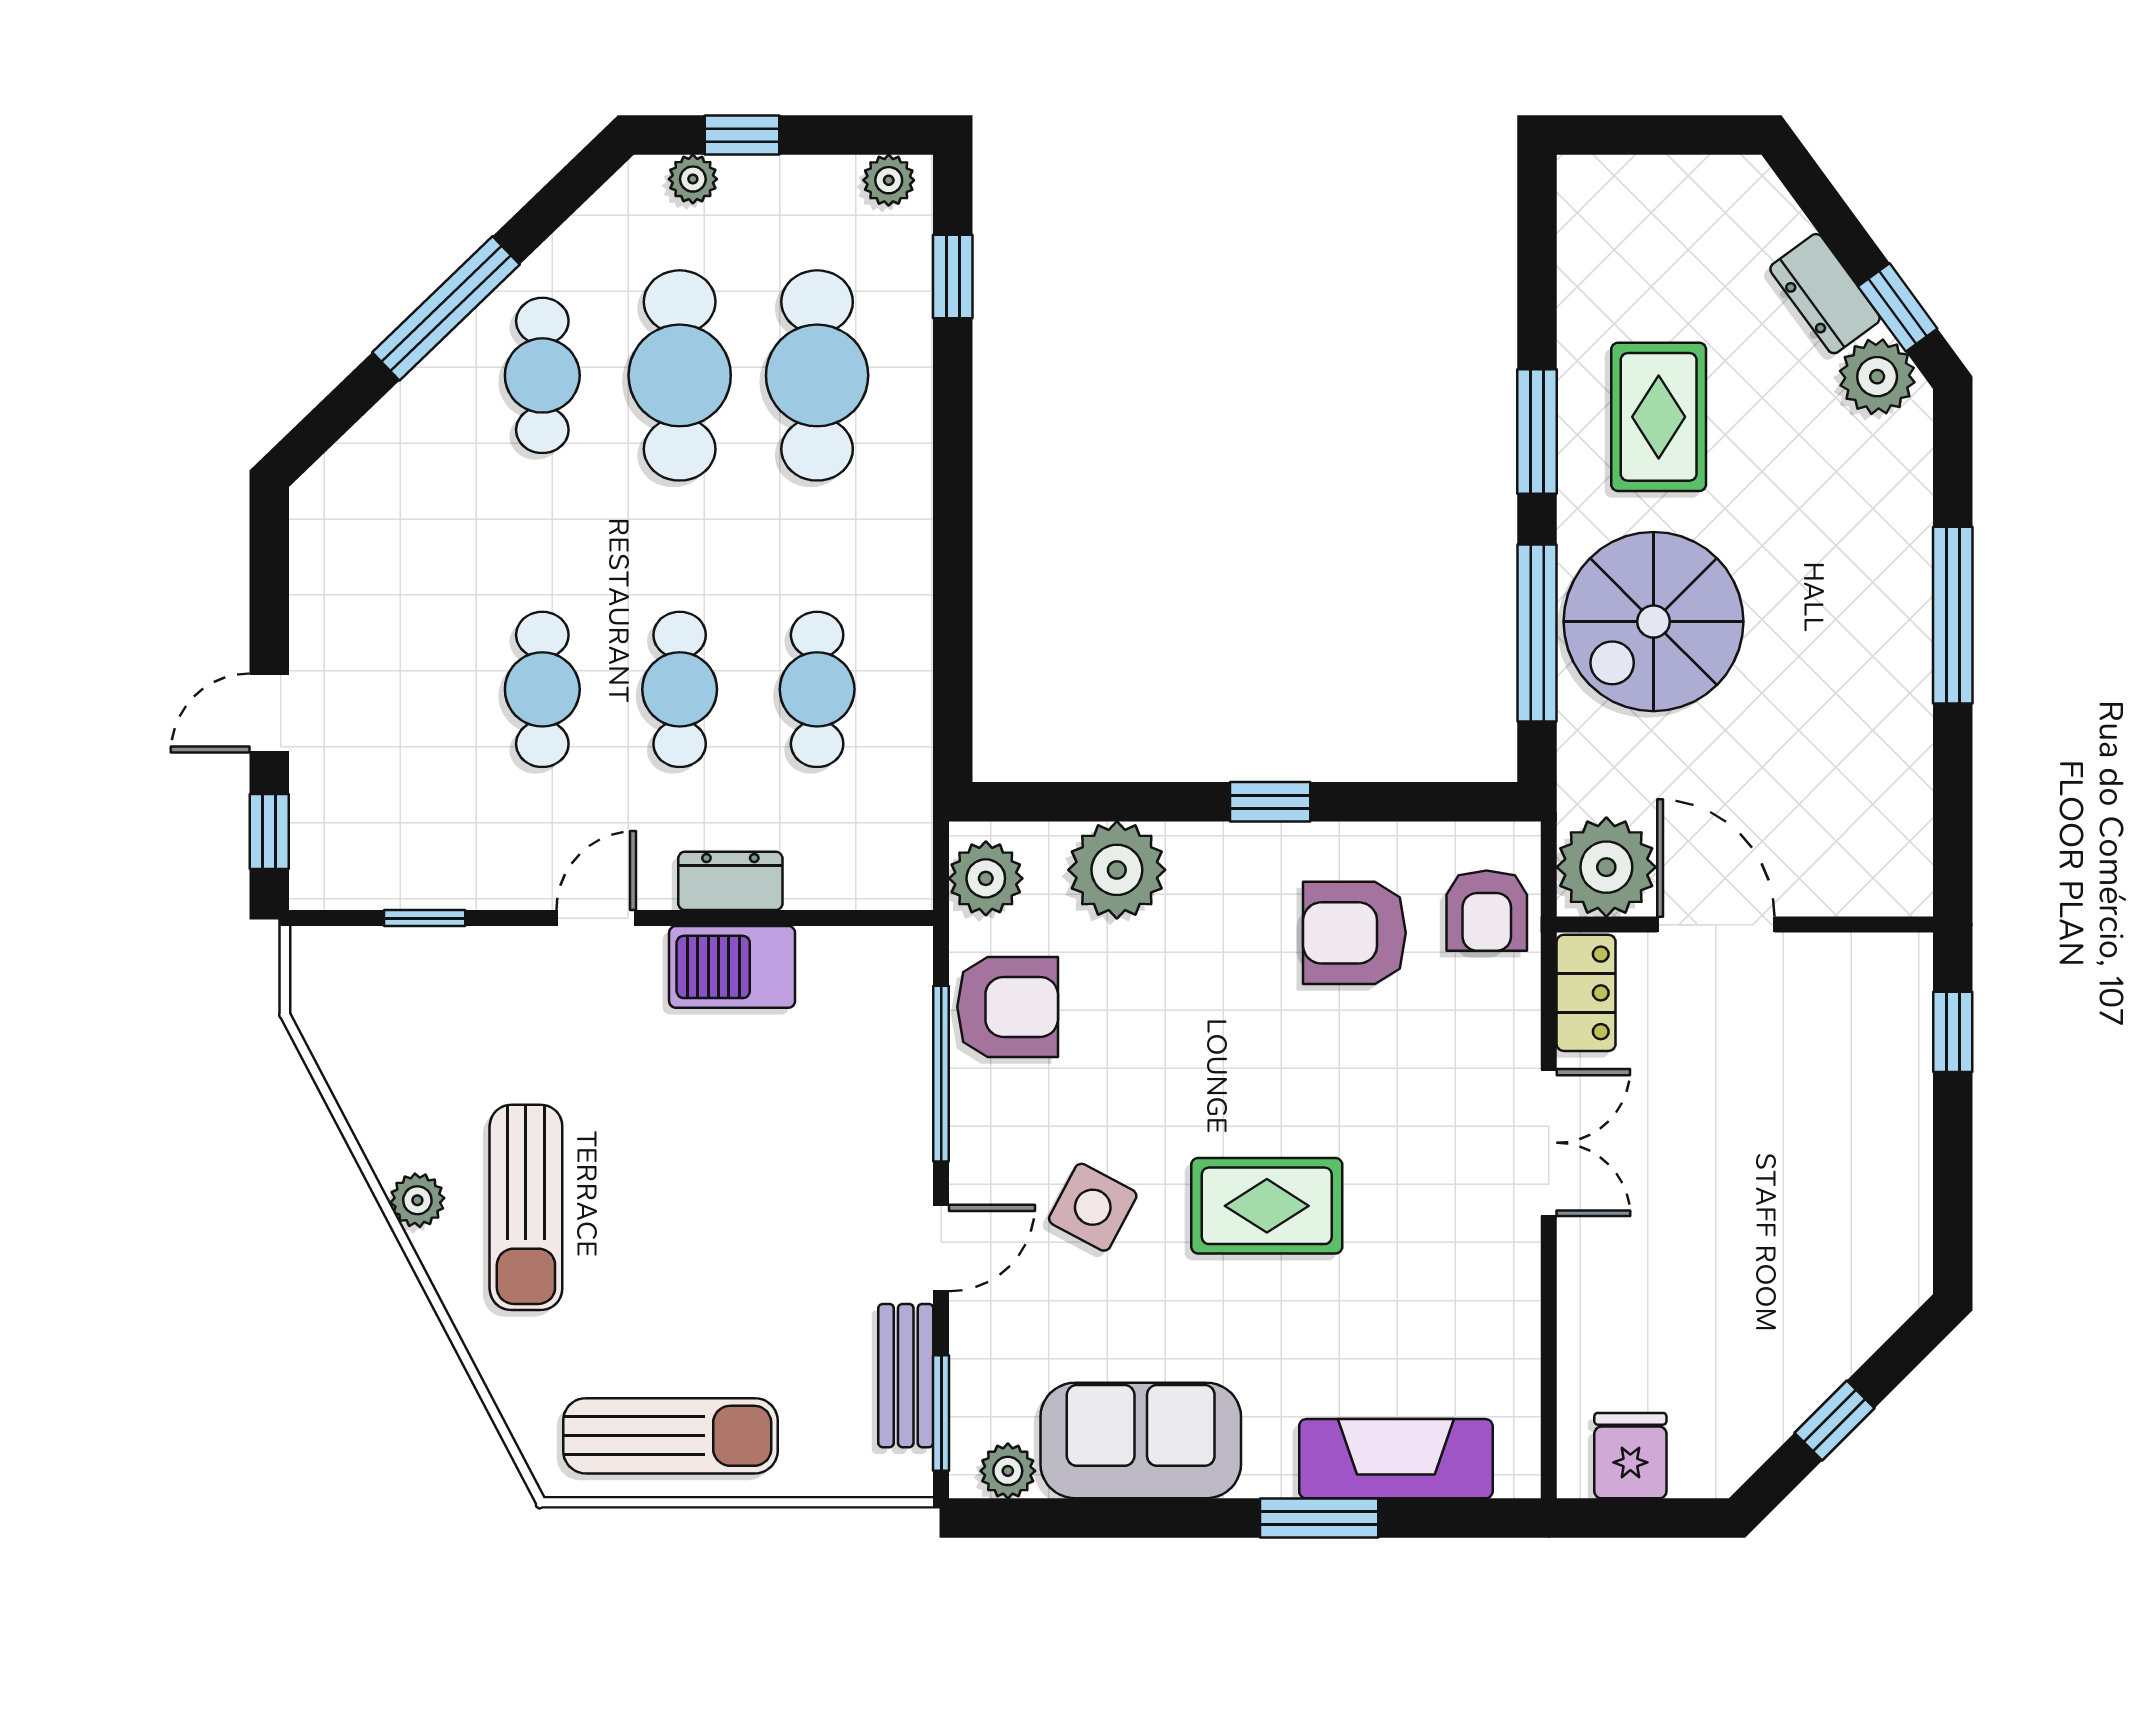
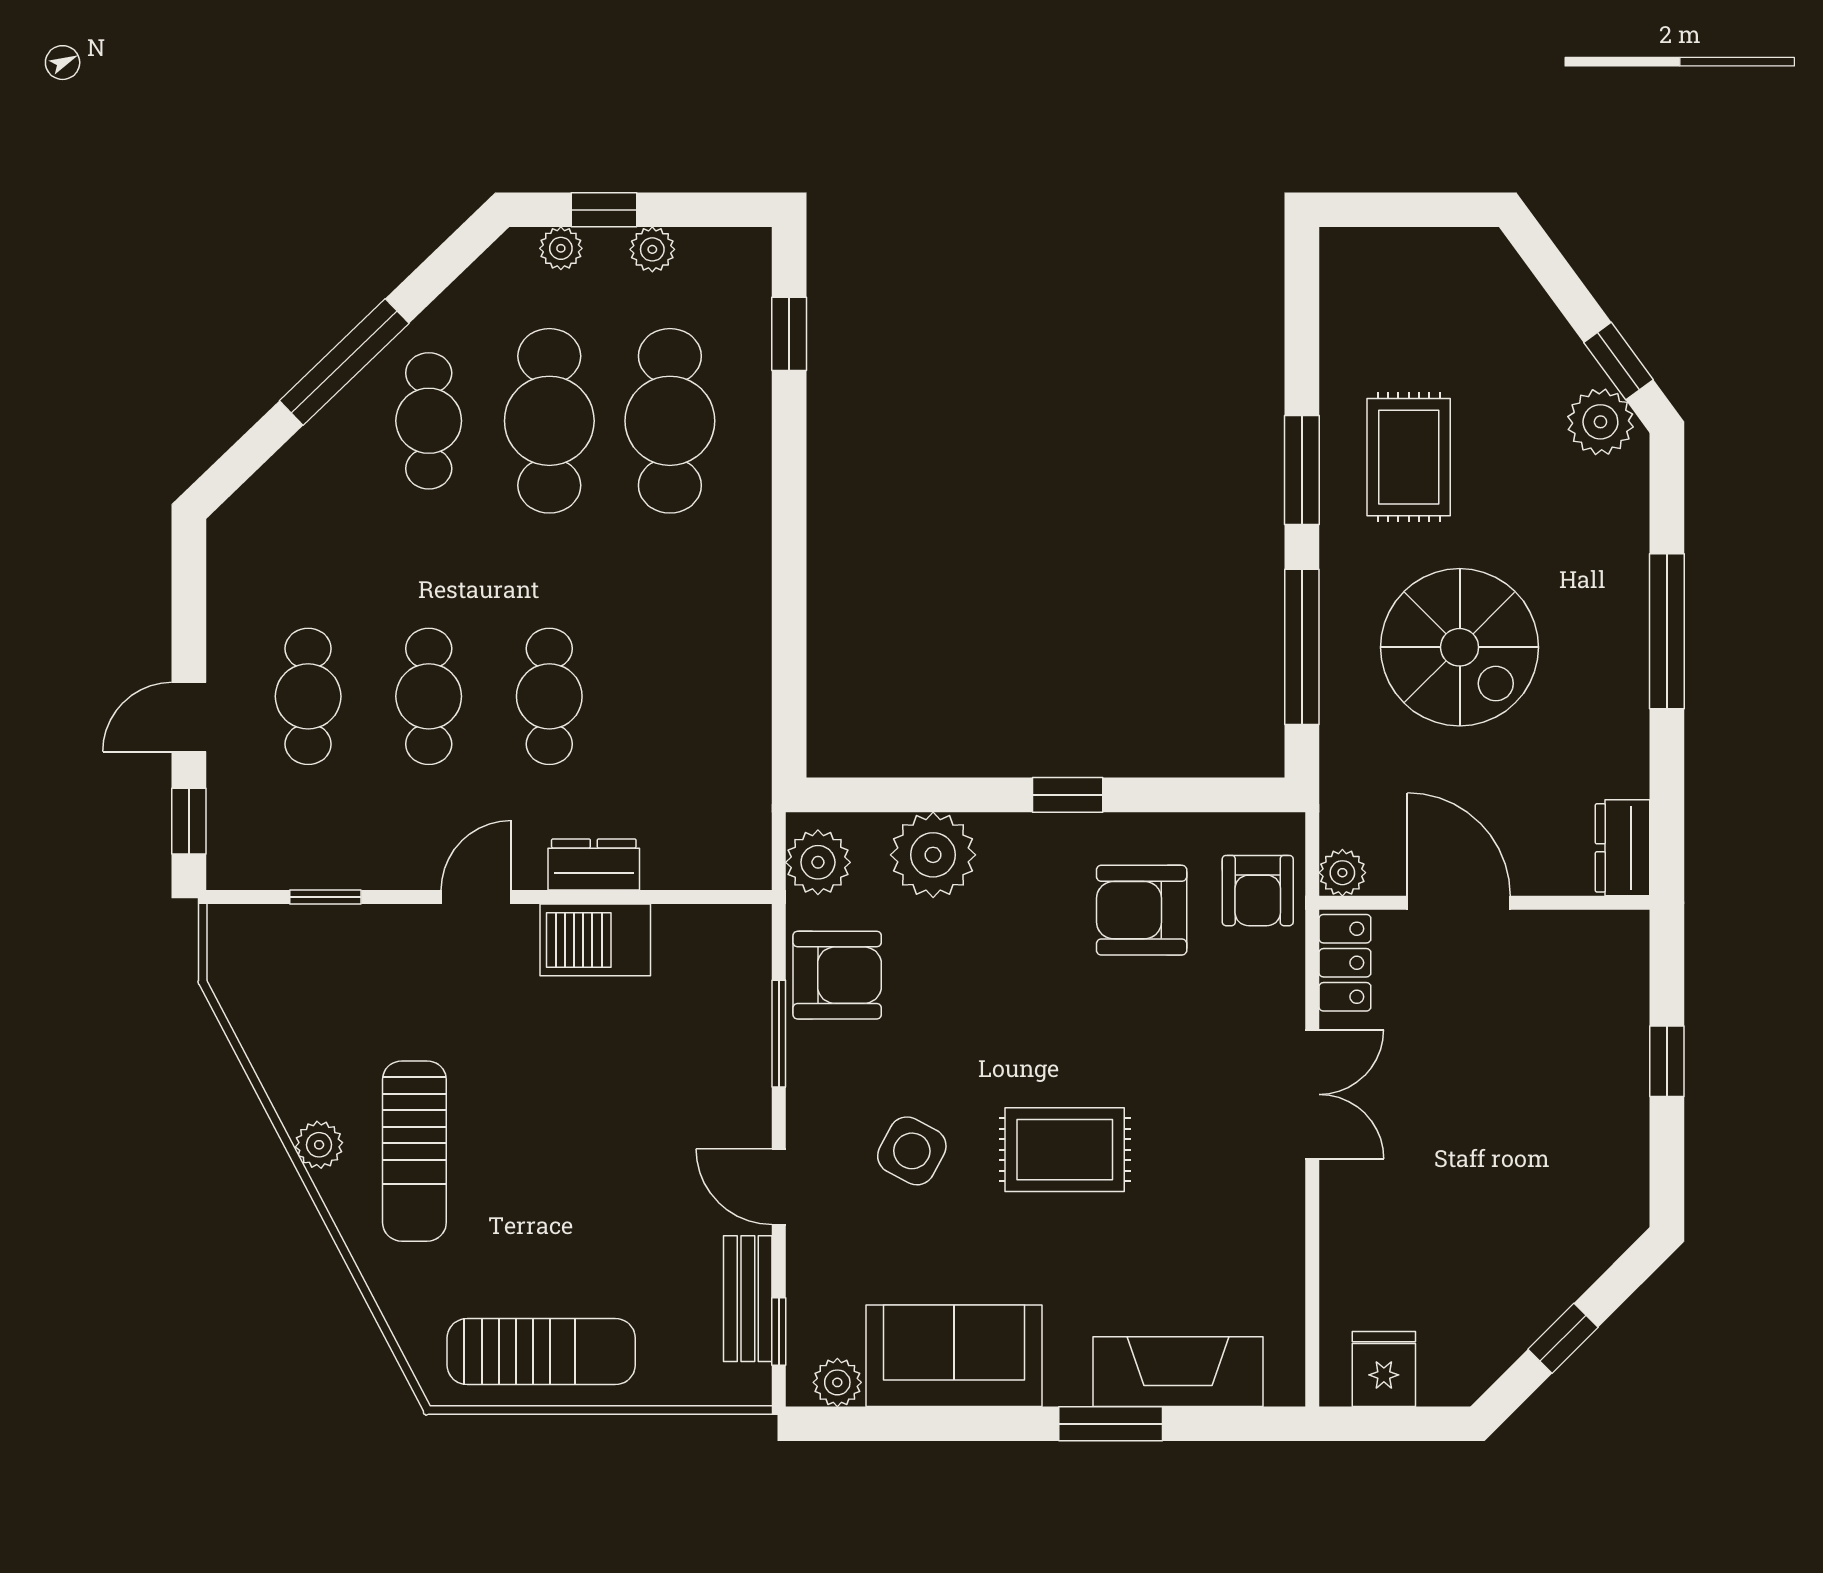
plant: (889, 180) -> (652, 249), moved
dresser: (1825, 294) -> (1623, 848), moved, turned 36
spiral stairs: (1653, 622) -> (1460, 647), moved, turned -90
cafe table: (817, 689) -> (308, 696), moved
plant: (1606, 867) -> (1342, 873), width x0.53, depth x0.53
window: (1953, 1032) -> (1667, 1061), moved
window: (941, 1074) -> (779, 1034), width x0.69
door: (941, 1248) -> (779, 1187), swing flipped
window: (941, 1413) -> (779, 1332), width x0.67

